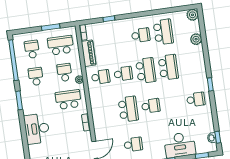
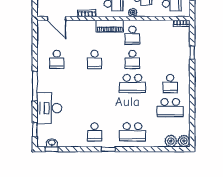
plant: (196, 39) -> (171, 141), moved
piano: (89, 53) -> (110, 26), moved
school desk: (168, 67) -> (132, 132), moved
school desk: (151, 106) -> (95, 84), removed
school desk: (128, 109) -> (95, 59), width x0.54

